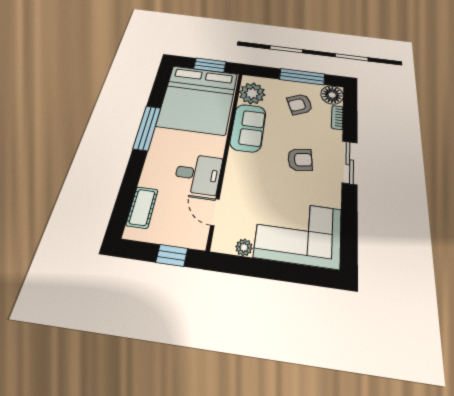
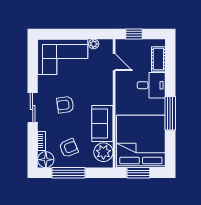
desk: (198, 174) -> (151, 85), moved, turned 180

